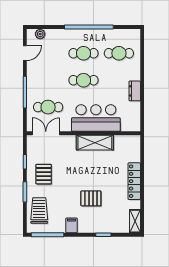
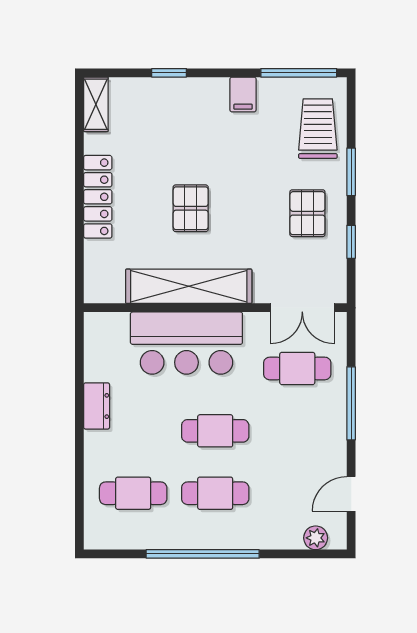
shelving: (95, 143) -> (189, 286), width x1.47
pallet: (91, 198) -> (191, 208), moved, turned 90
trolley: (39, 211) -> (318, 129), turned 180

